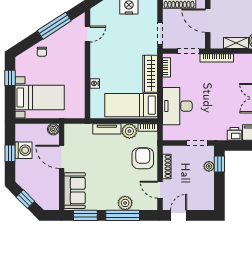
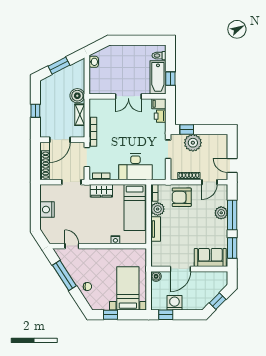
wardrobe: (150, 74) -> (101, 191), width x0.67
window: (10, 153) -> (166, 315), moved
plant: (209, 166) -> (193, 143), width x1.88, depth x1.88

